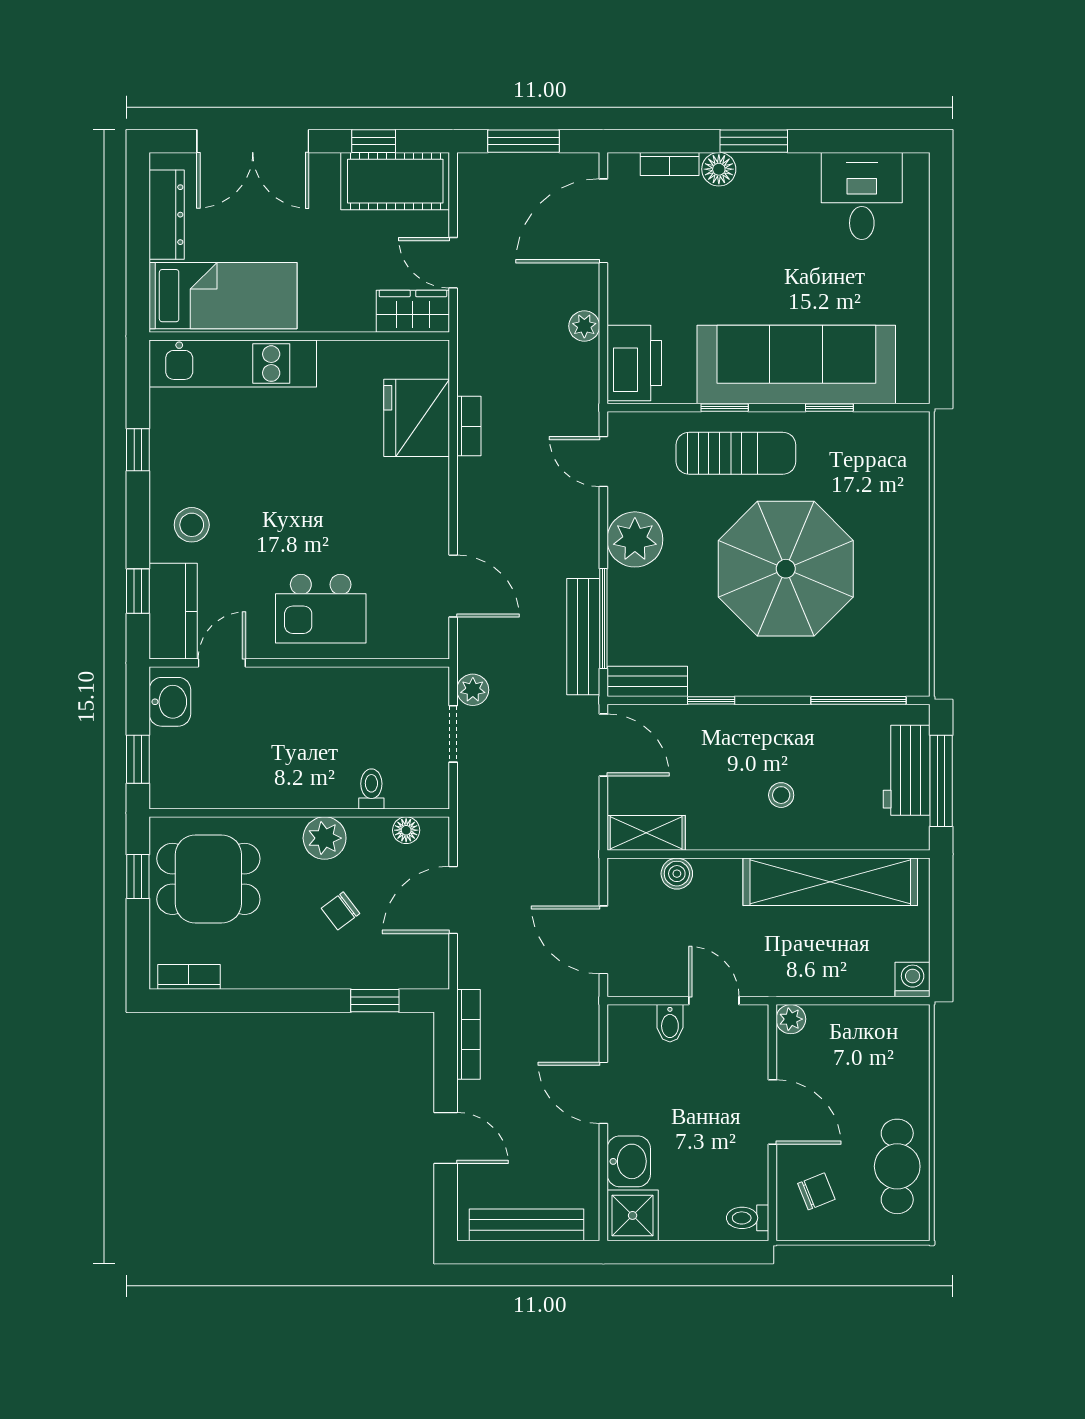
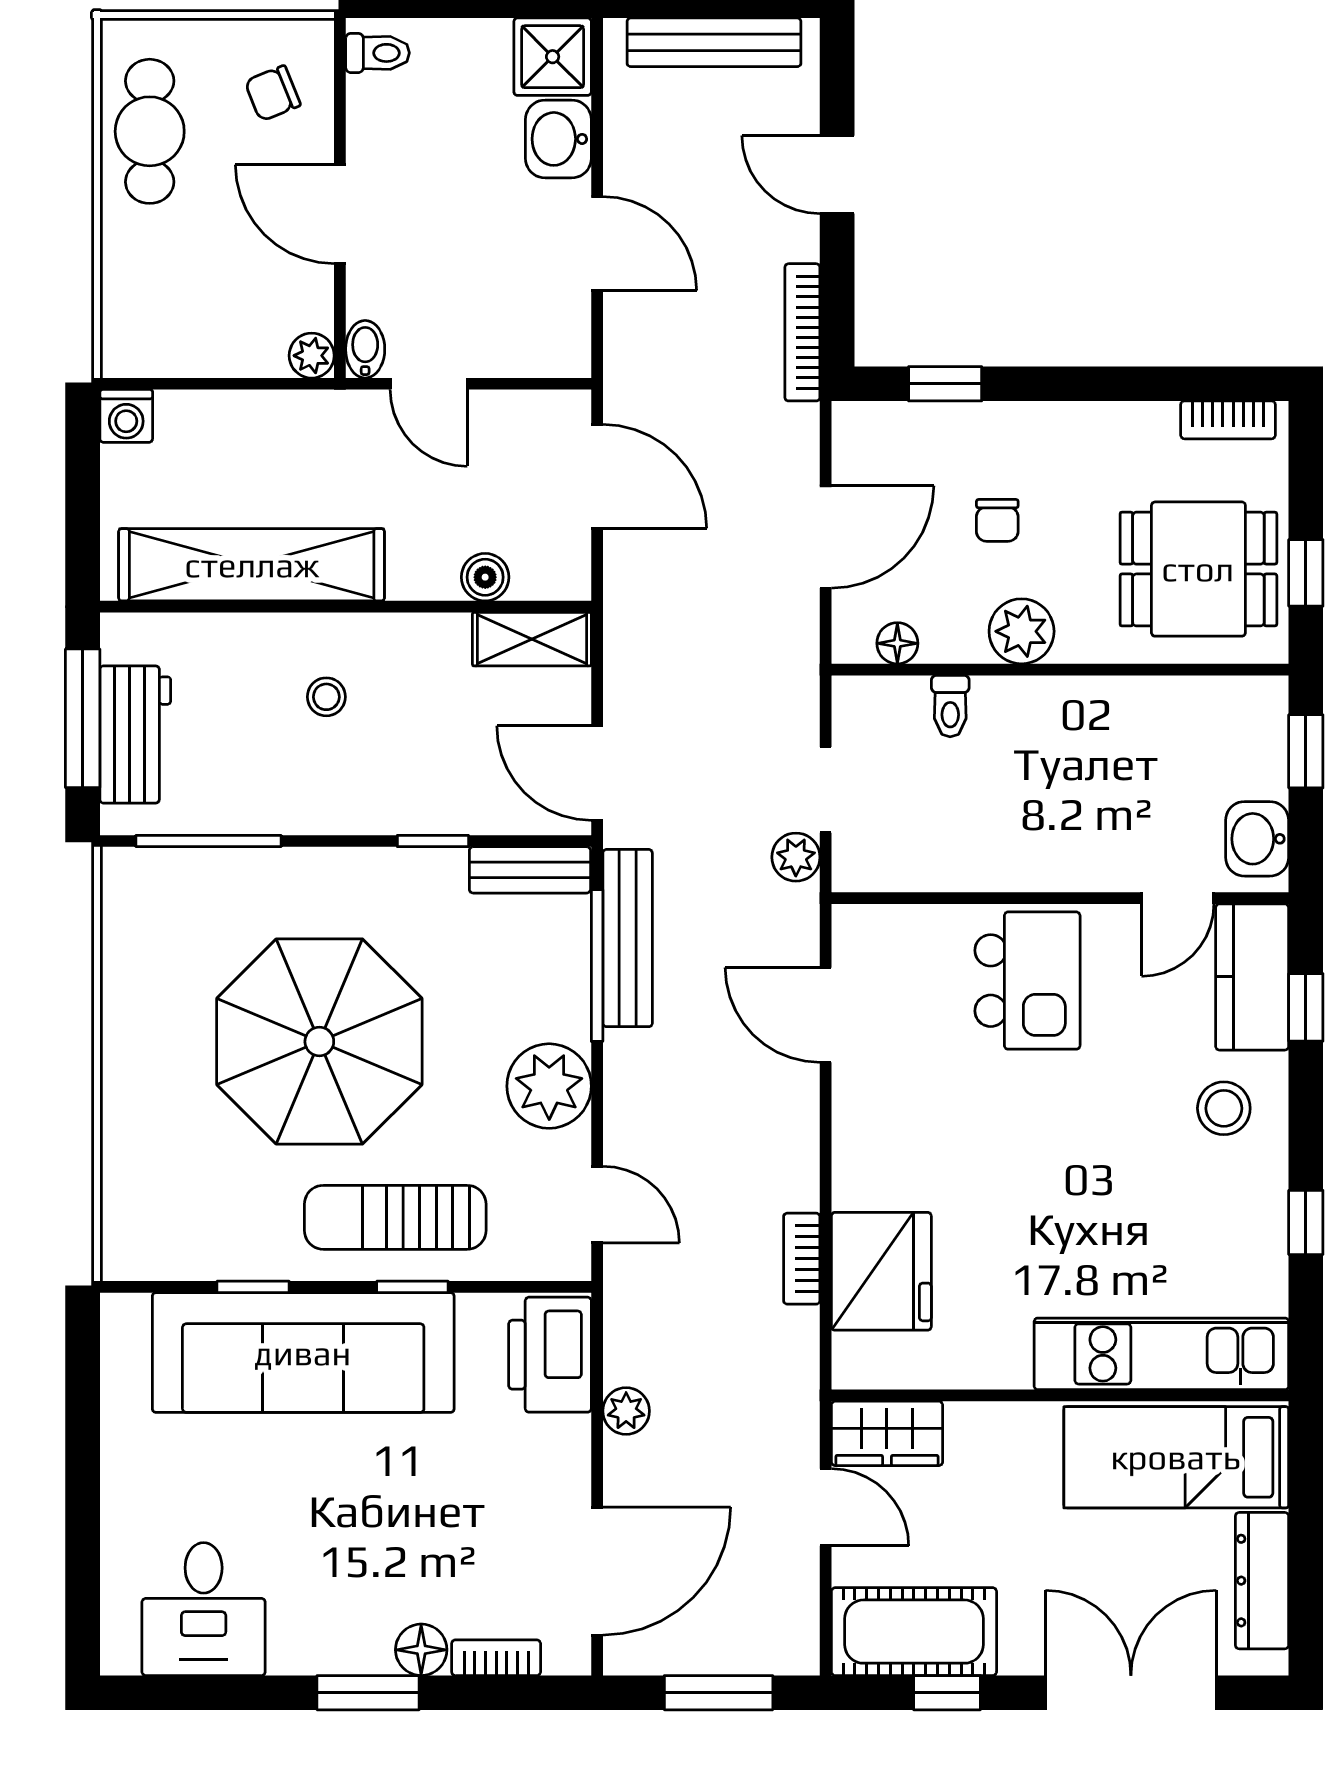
kitchen island: (321, 609) -> (1027, 981), turned 90
chair: (341, 911) -> (997, 520), turned 127
bidet: (670, 1023) -> (365, 349), moved

